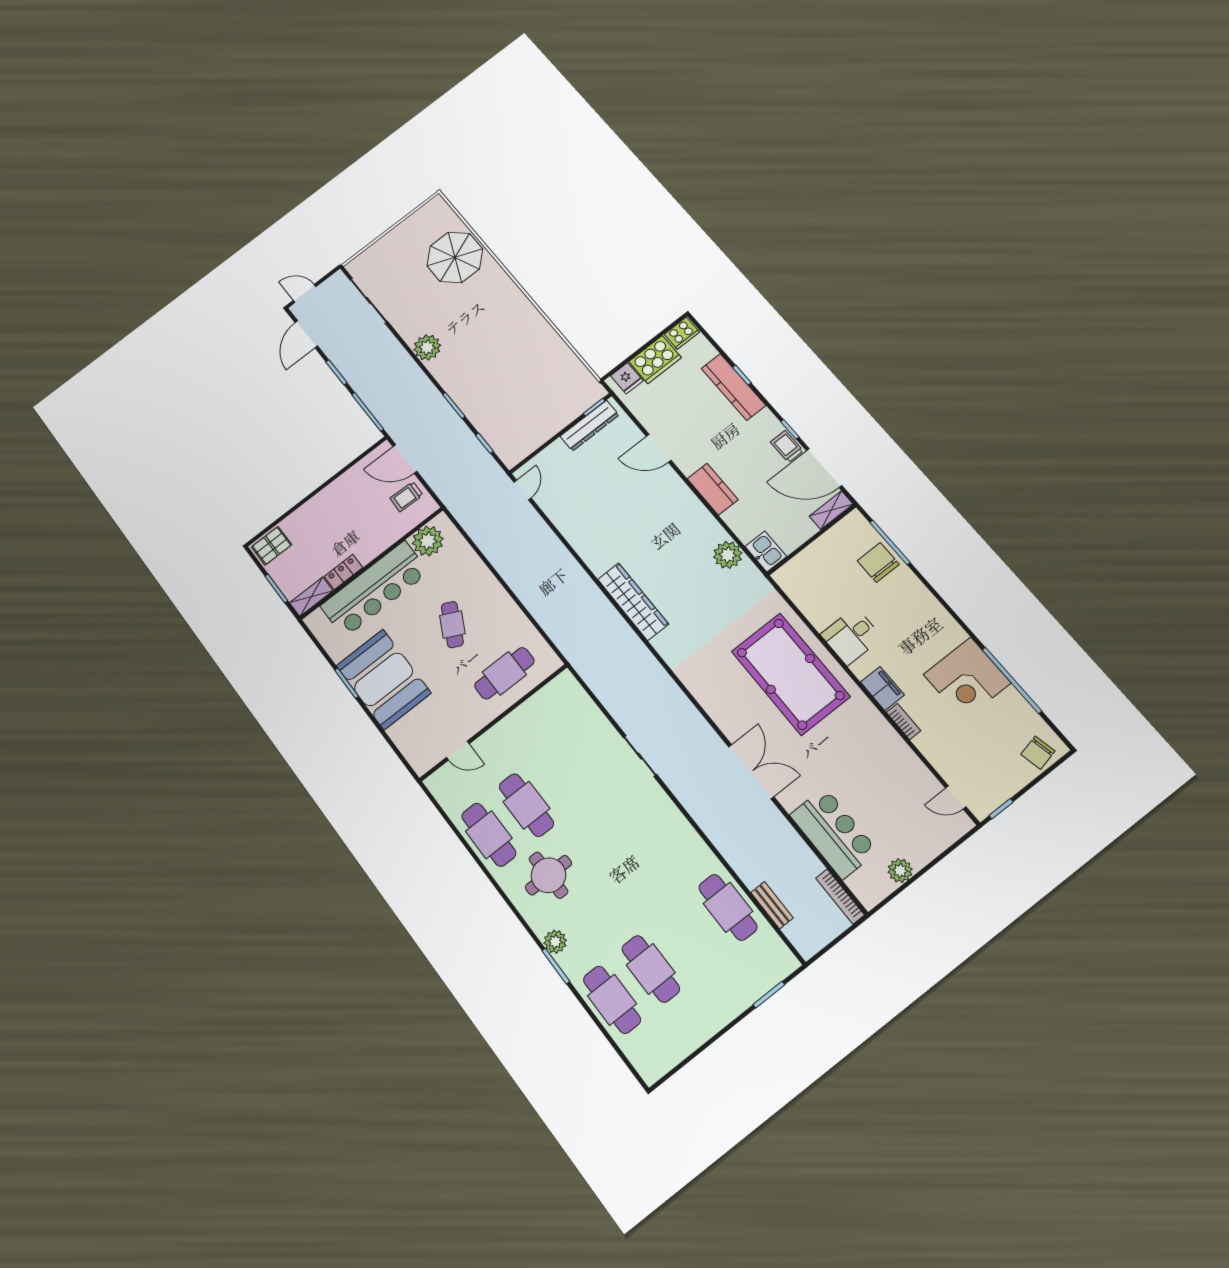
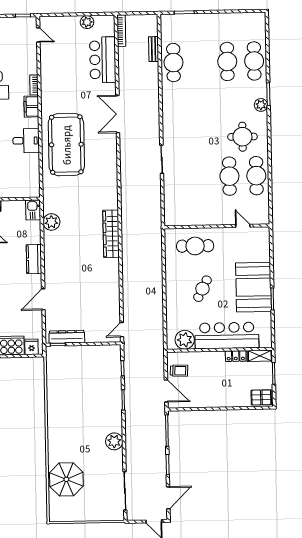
door: (659, 448) -> (43, 299), swing flipped

